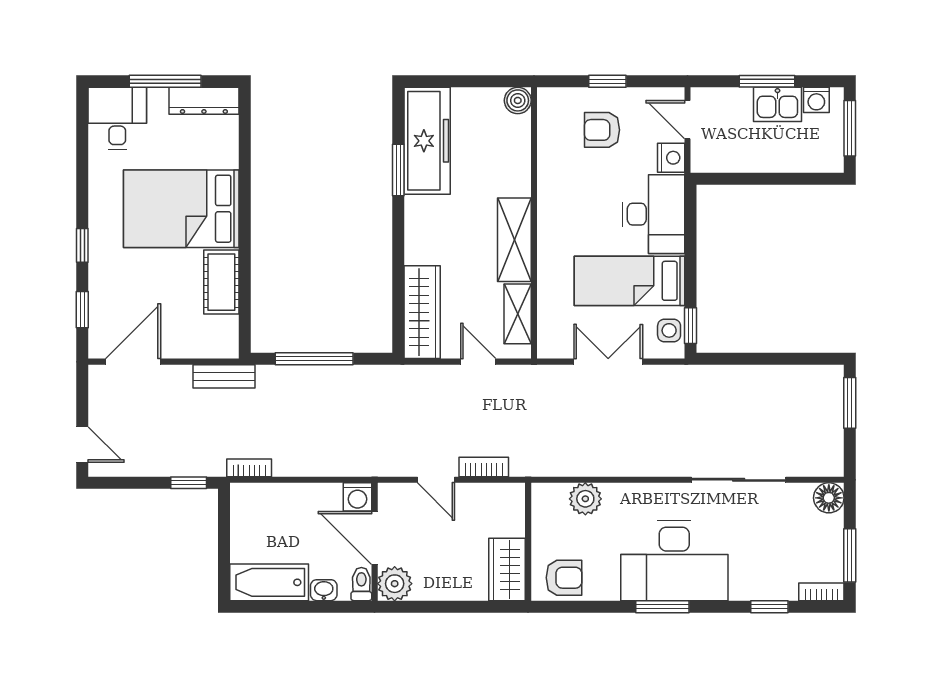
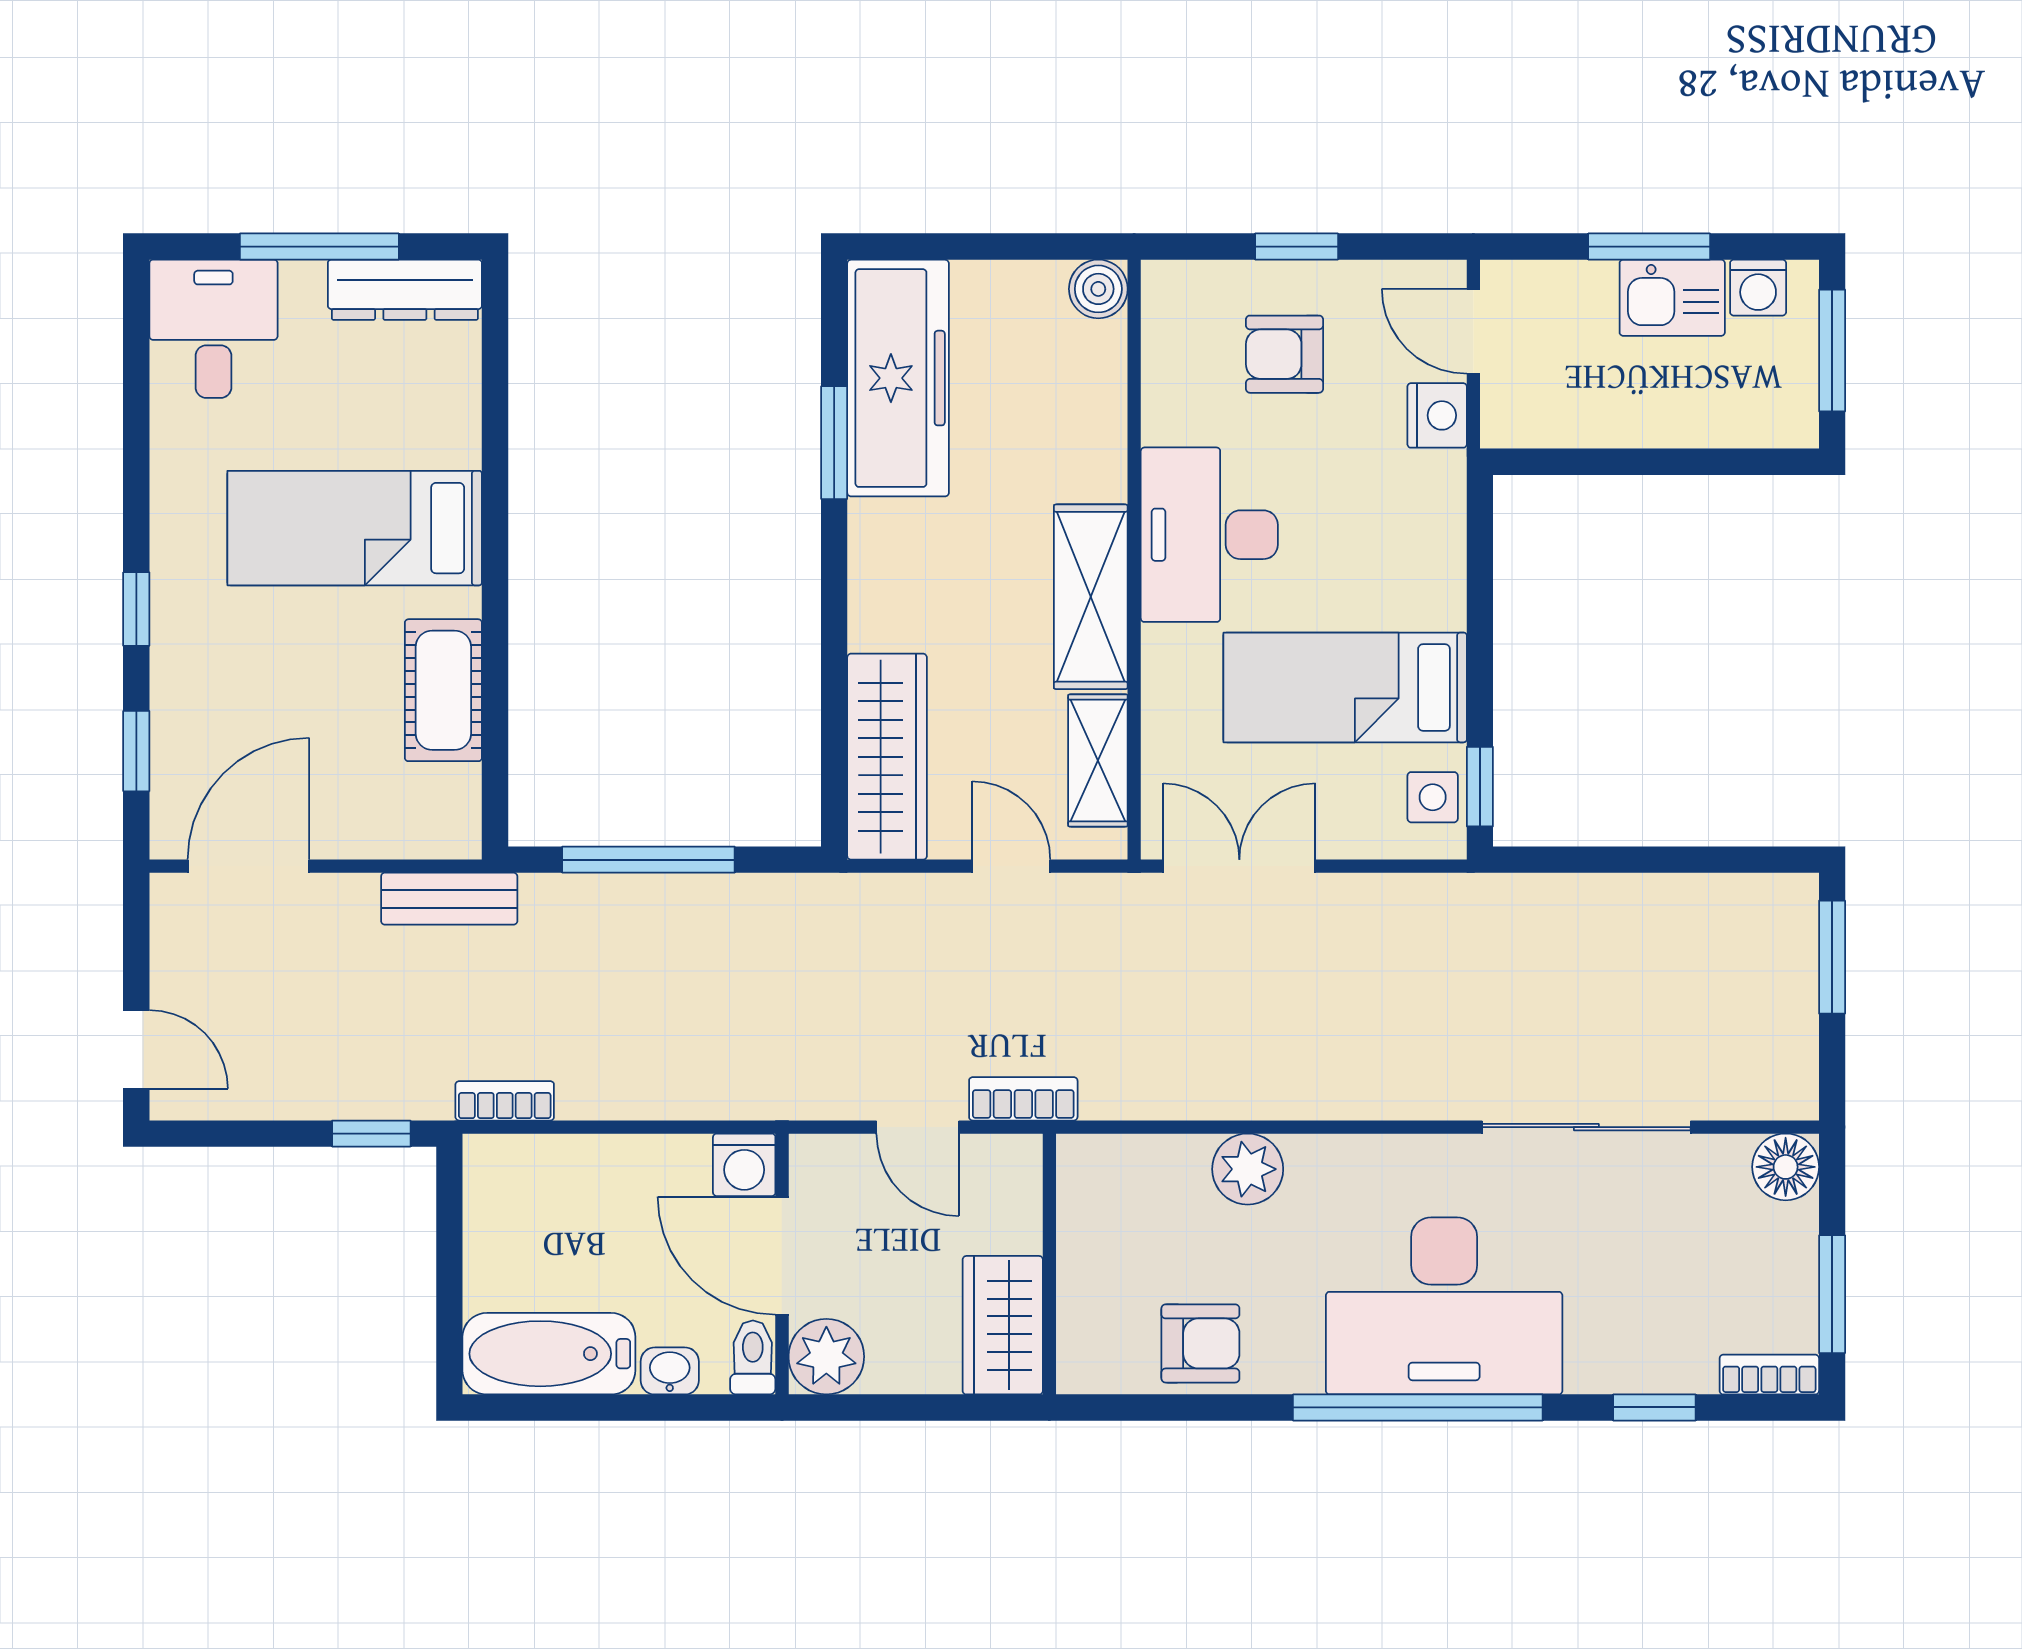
bed: (181, 209) -> (355, 528), width x0.67
desk: (654, 214) -> (1209, 535), moved, turned 180
double door: (608, 362) -> (1239, 866), moved
wall: (528, 542) -> (1049, 1264), moved
wardrobe: (507, 569) -> (1003, 1325), moved
window: (662, 607) -> (1418, 1407), width x2.11

